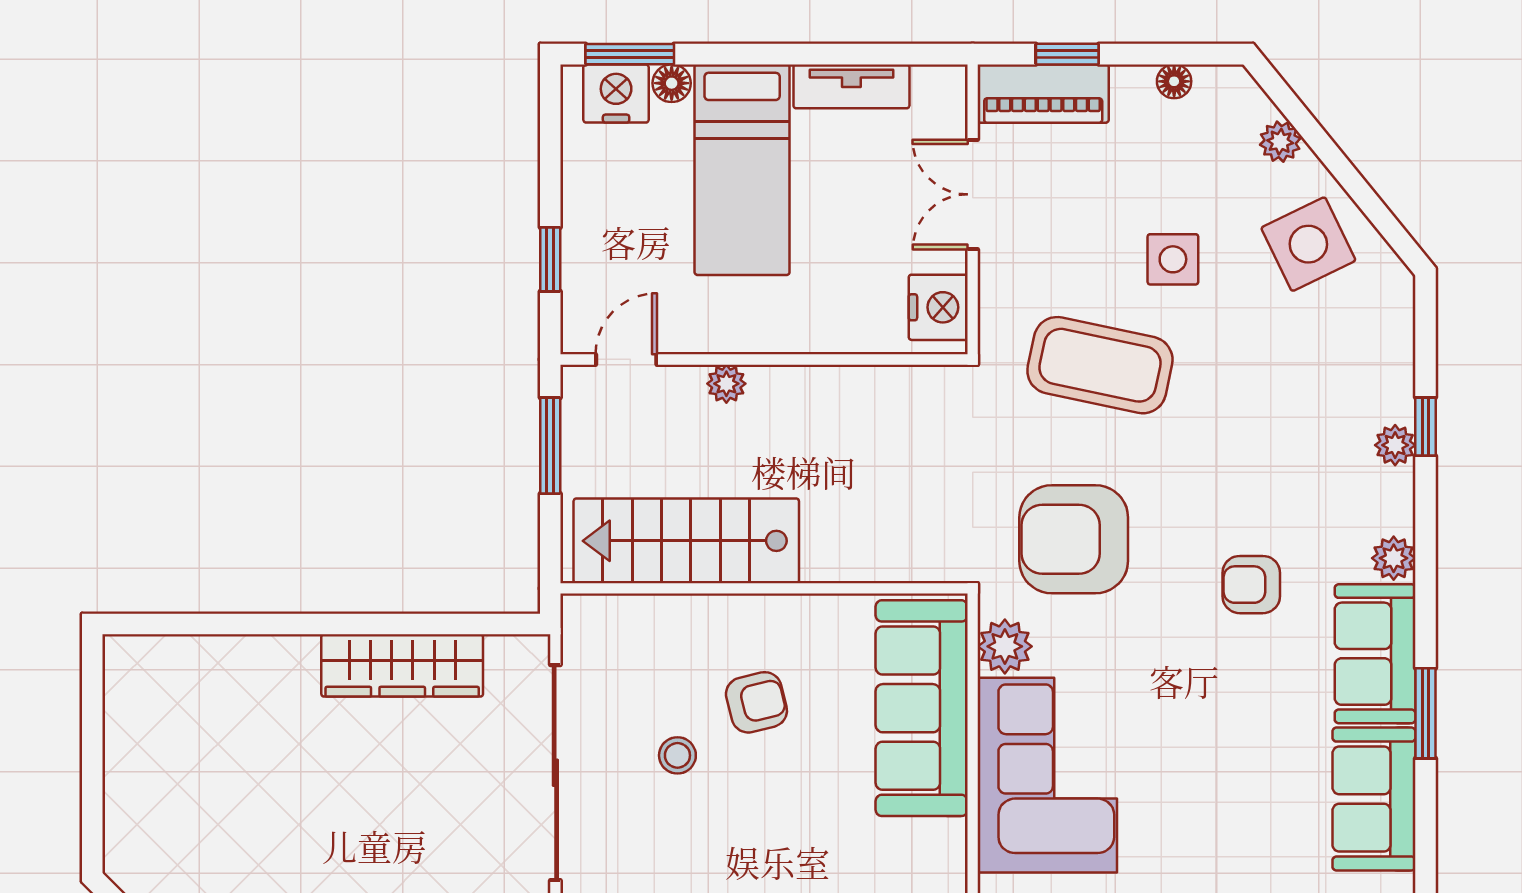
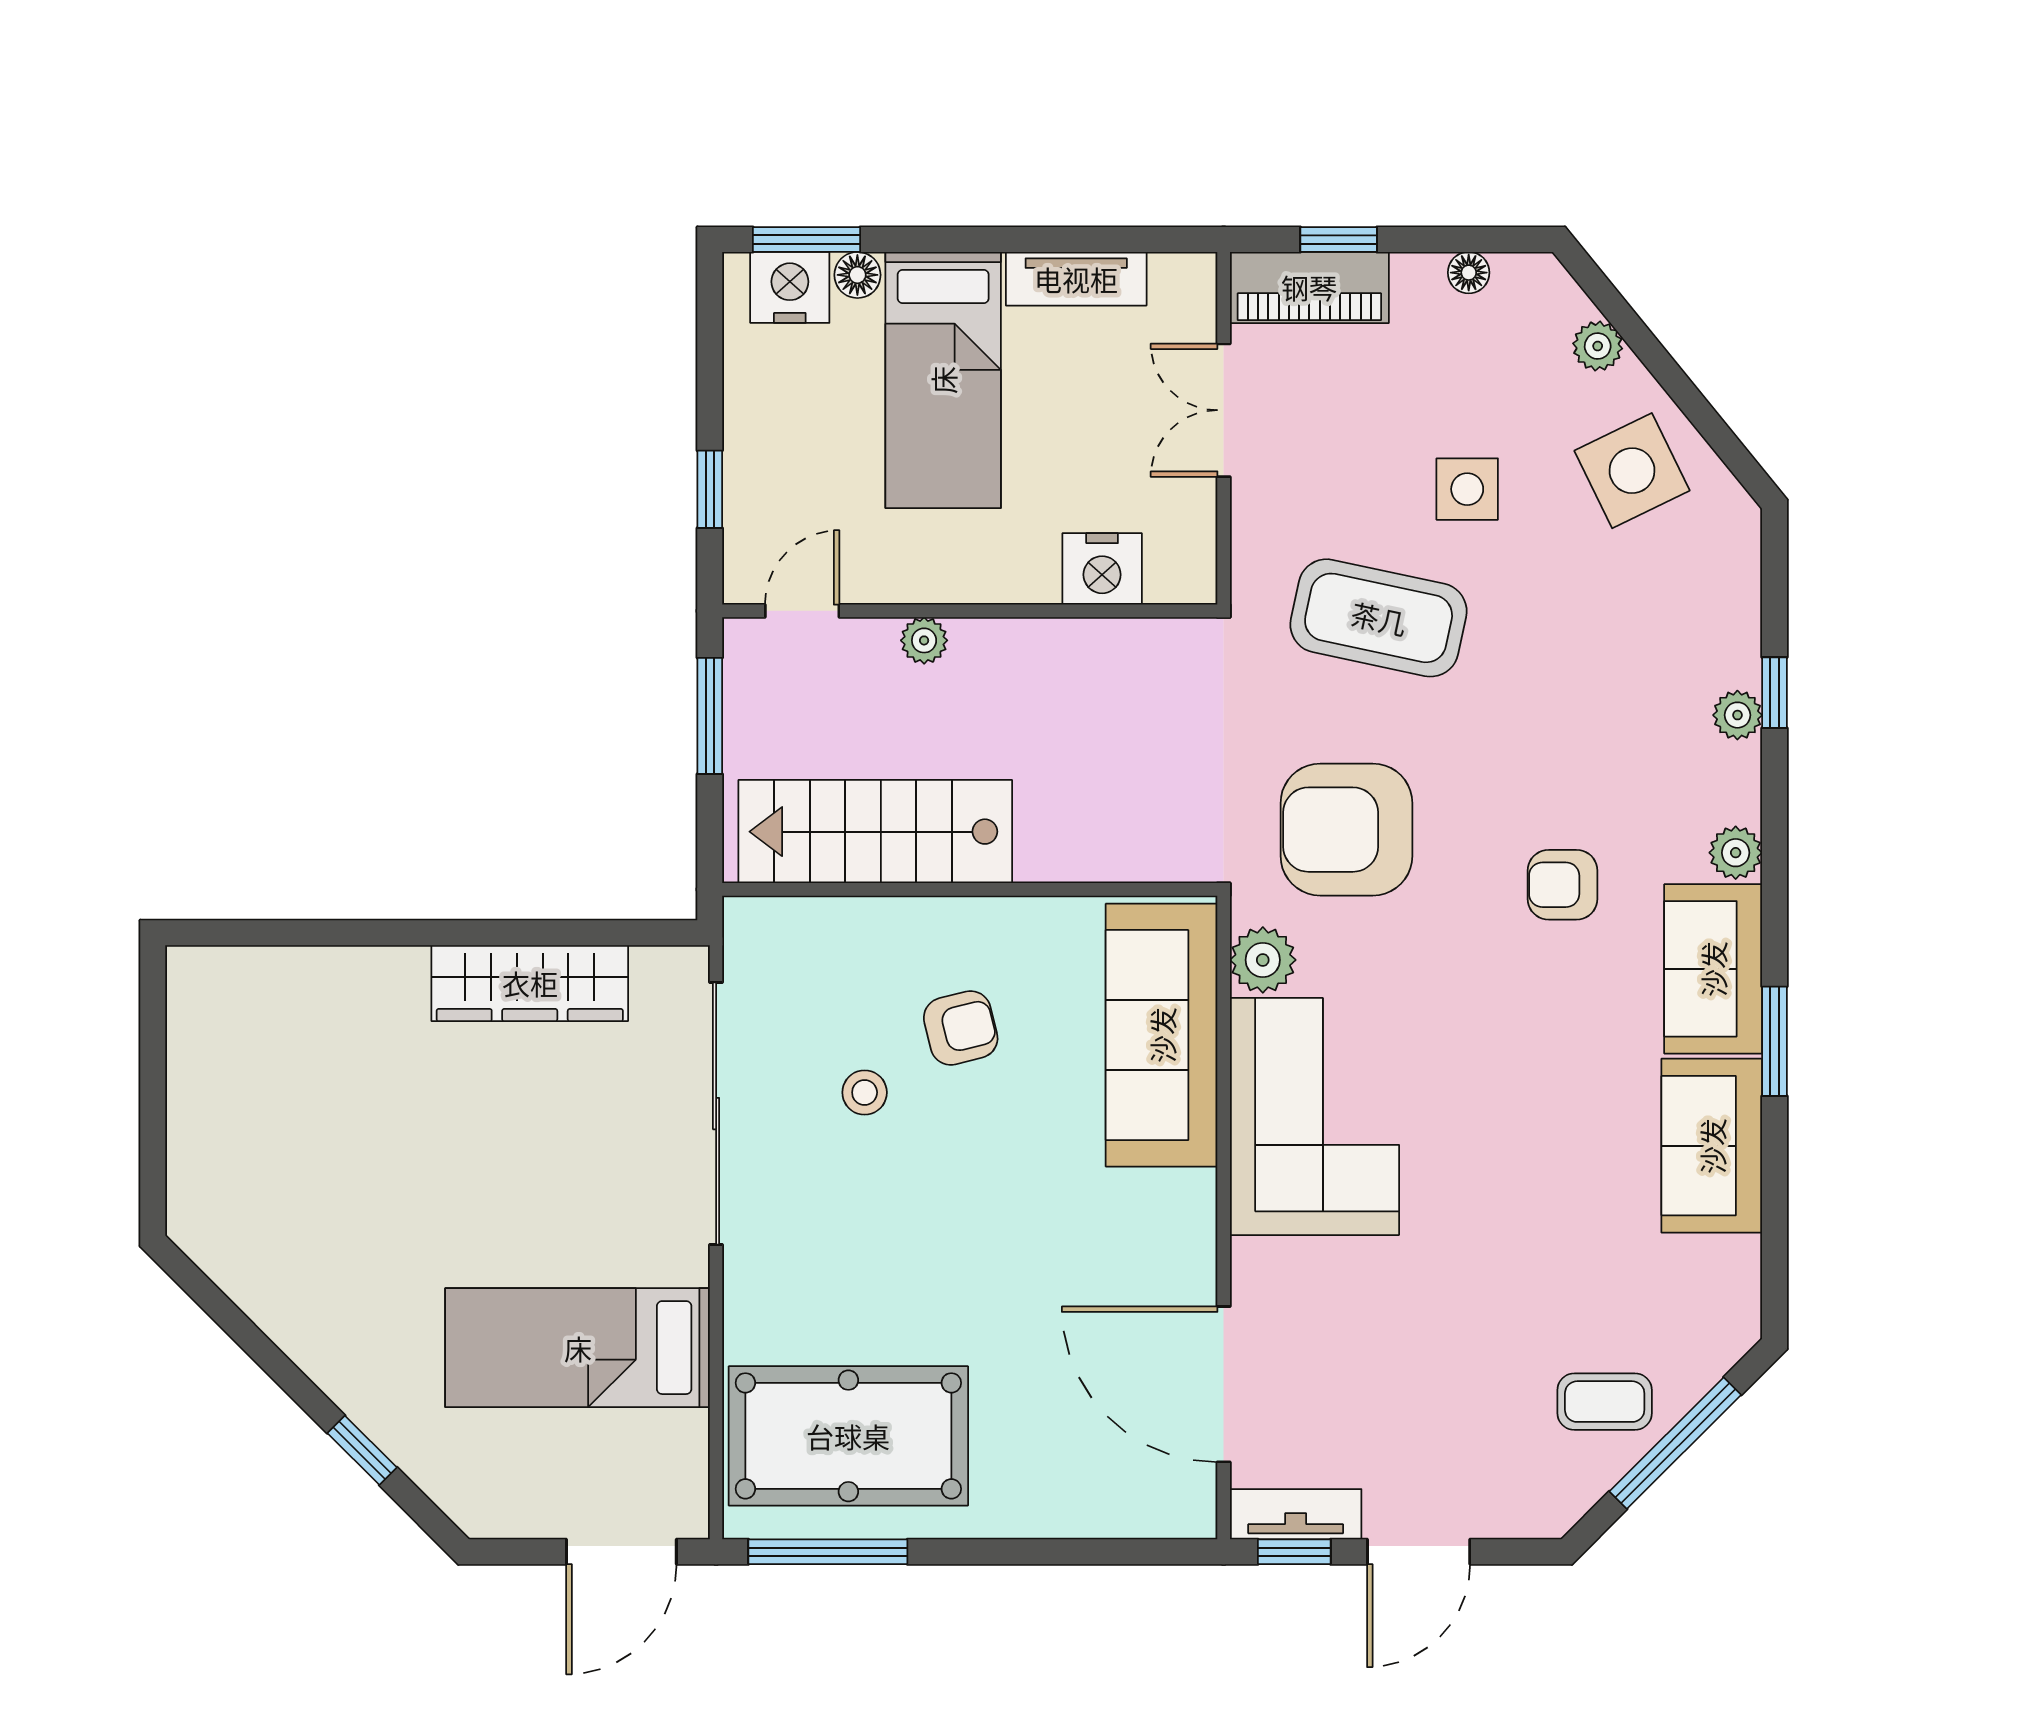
nightstand: (938, 307) -> (1102, 569), moved, turned 90

